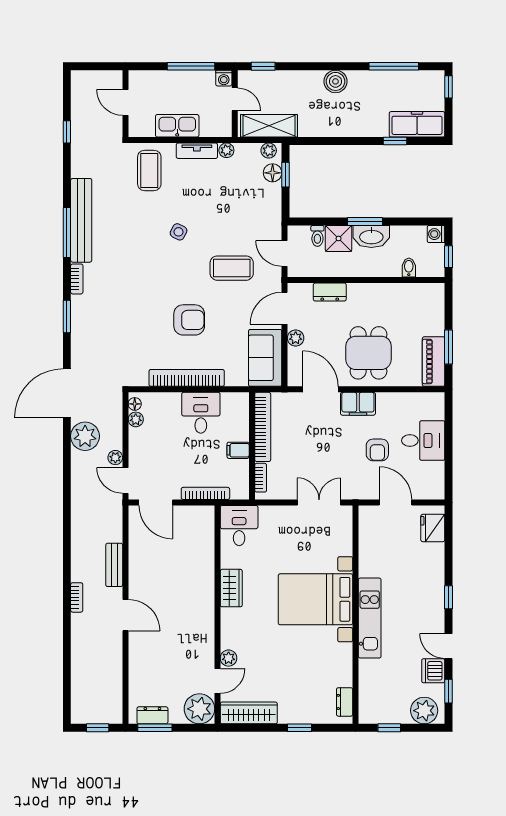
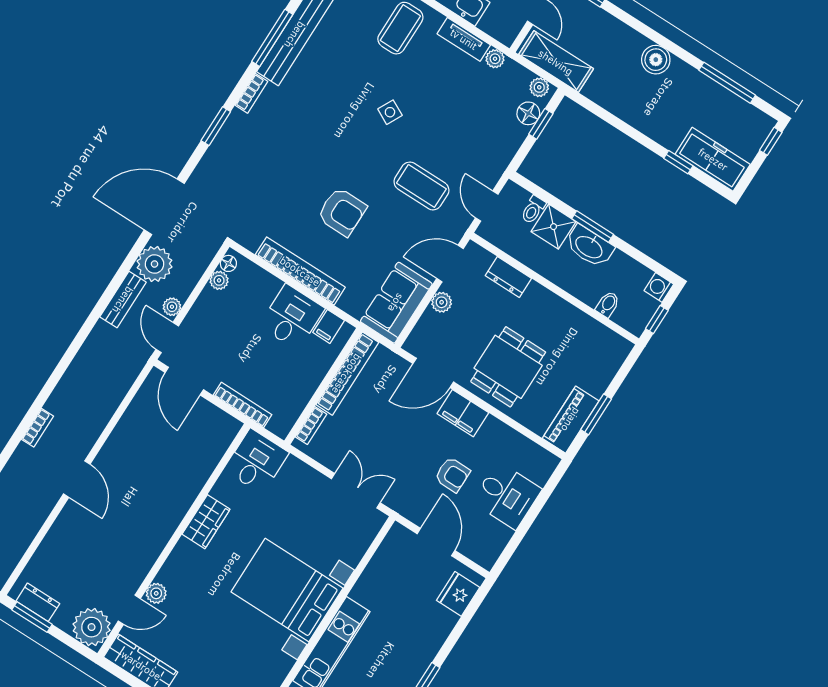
door: (320, 389) -> (433, 373), swing flipped
filing cabinet: (238, 450) -> (329, 326), moved, turned -90
armchair: (377, 450) -> (452, 475), turned -90
bench: (114, 565) -> (123, 300), moved

